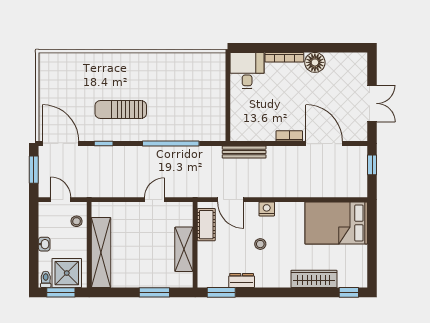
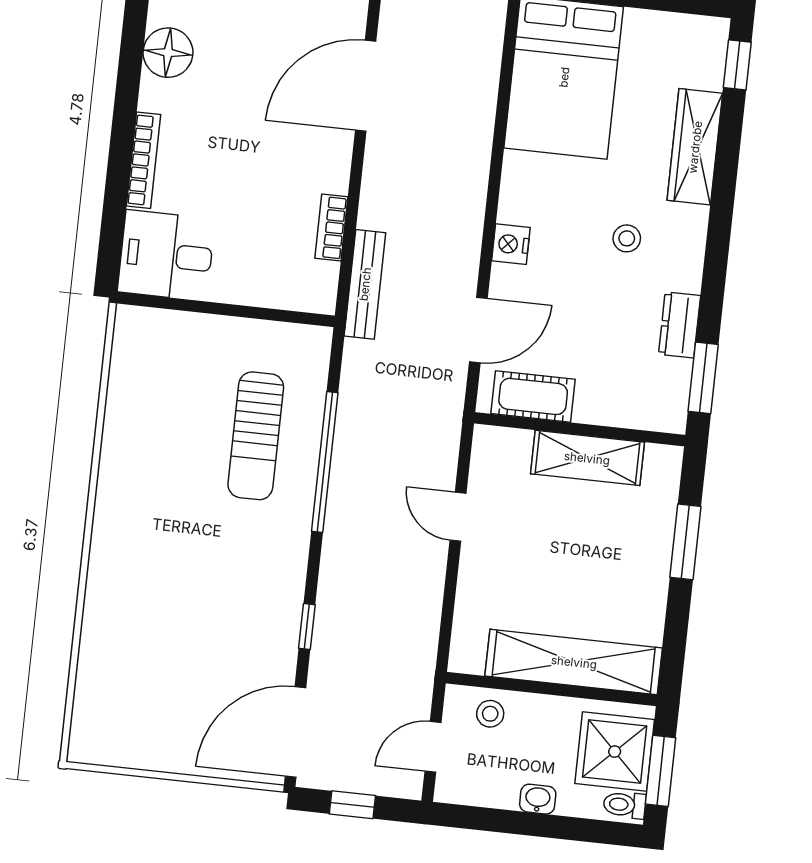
floor lamp: (315, 62) -> (168, 53), moved
sun lounger: (121, 109) -> (256, 436), moved
bookcase: (289, 136) -> (331, 228), moved
window: (34, 170) -> (352, 805), width x0.67
stool: (260, 244) -> (627, 238), moved

